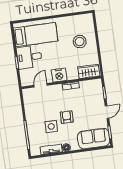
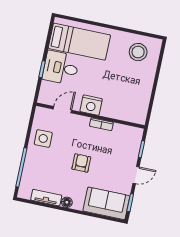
stool: (80, 42) -> (138, 52), moved
wardrobe: (89, 71) -> (131, 114), removed
side table: (51, 126) -> (43, 138), moved

